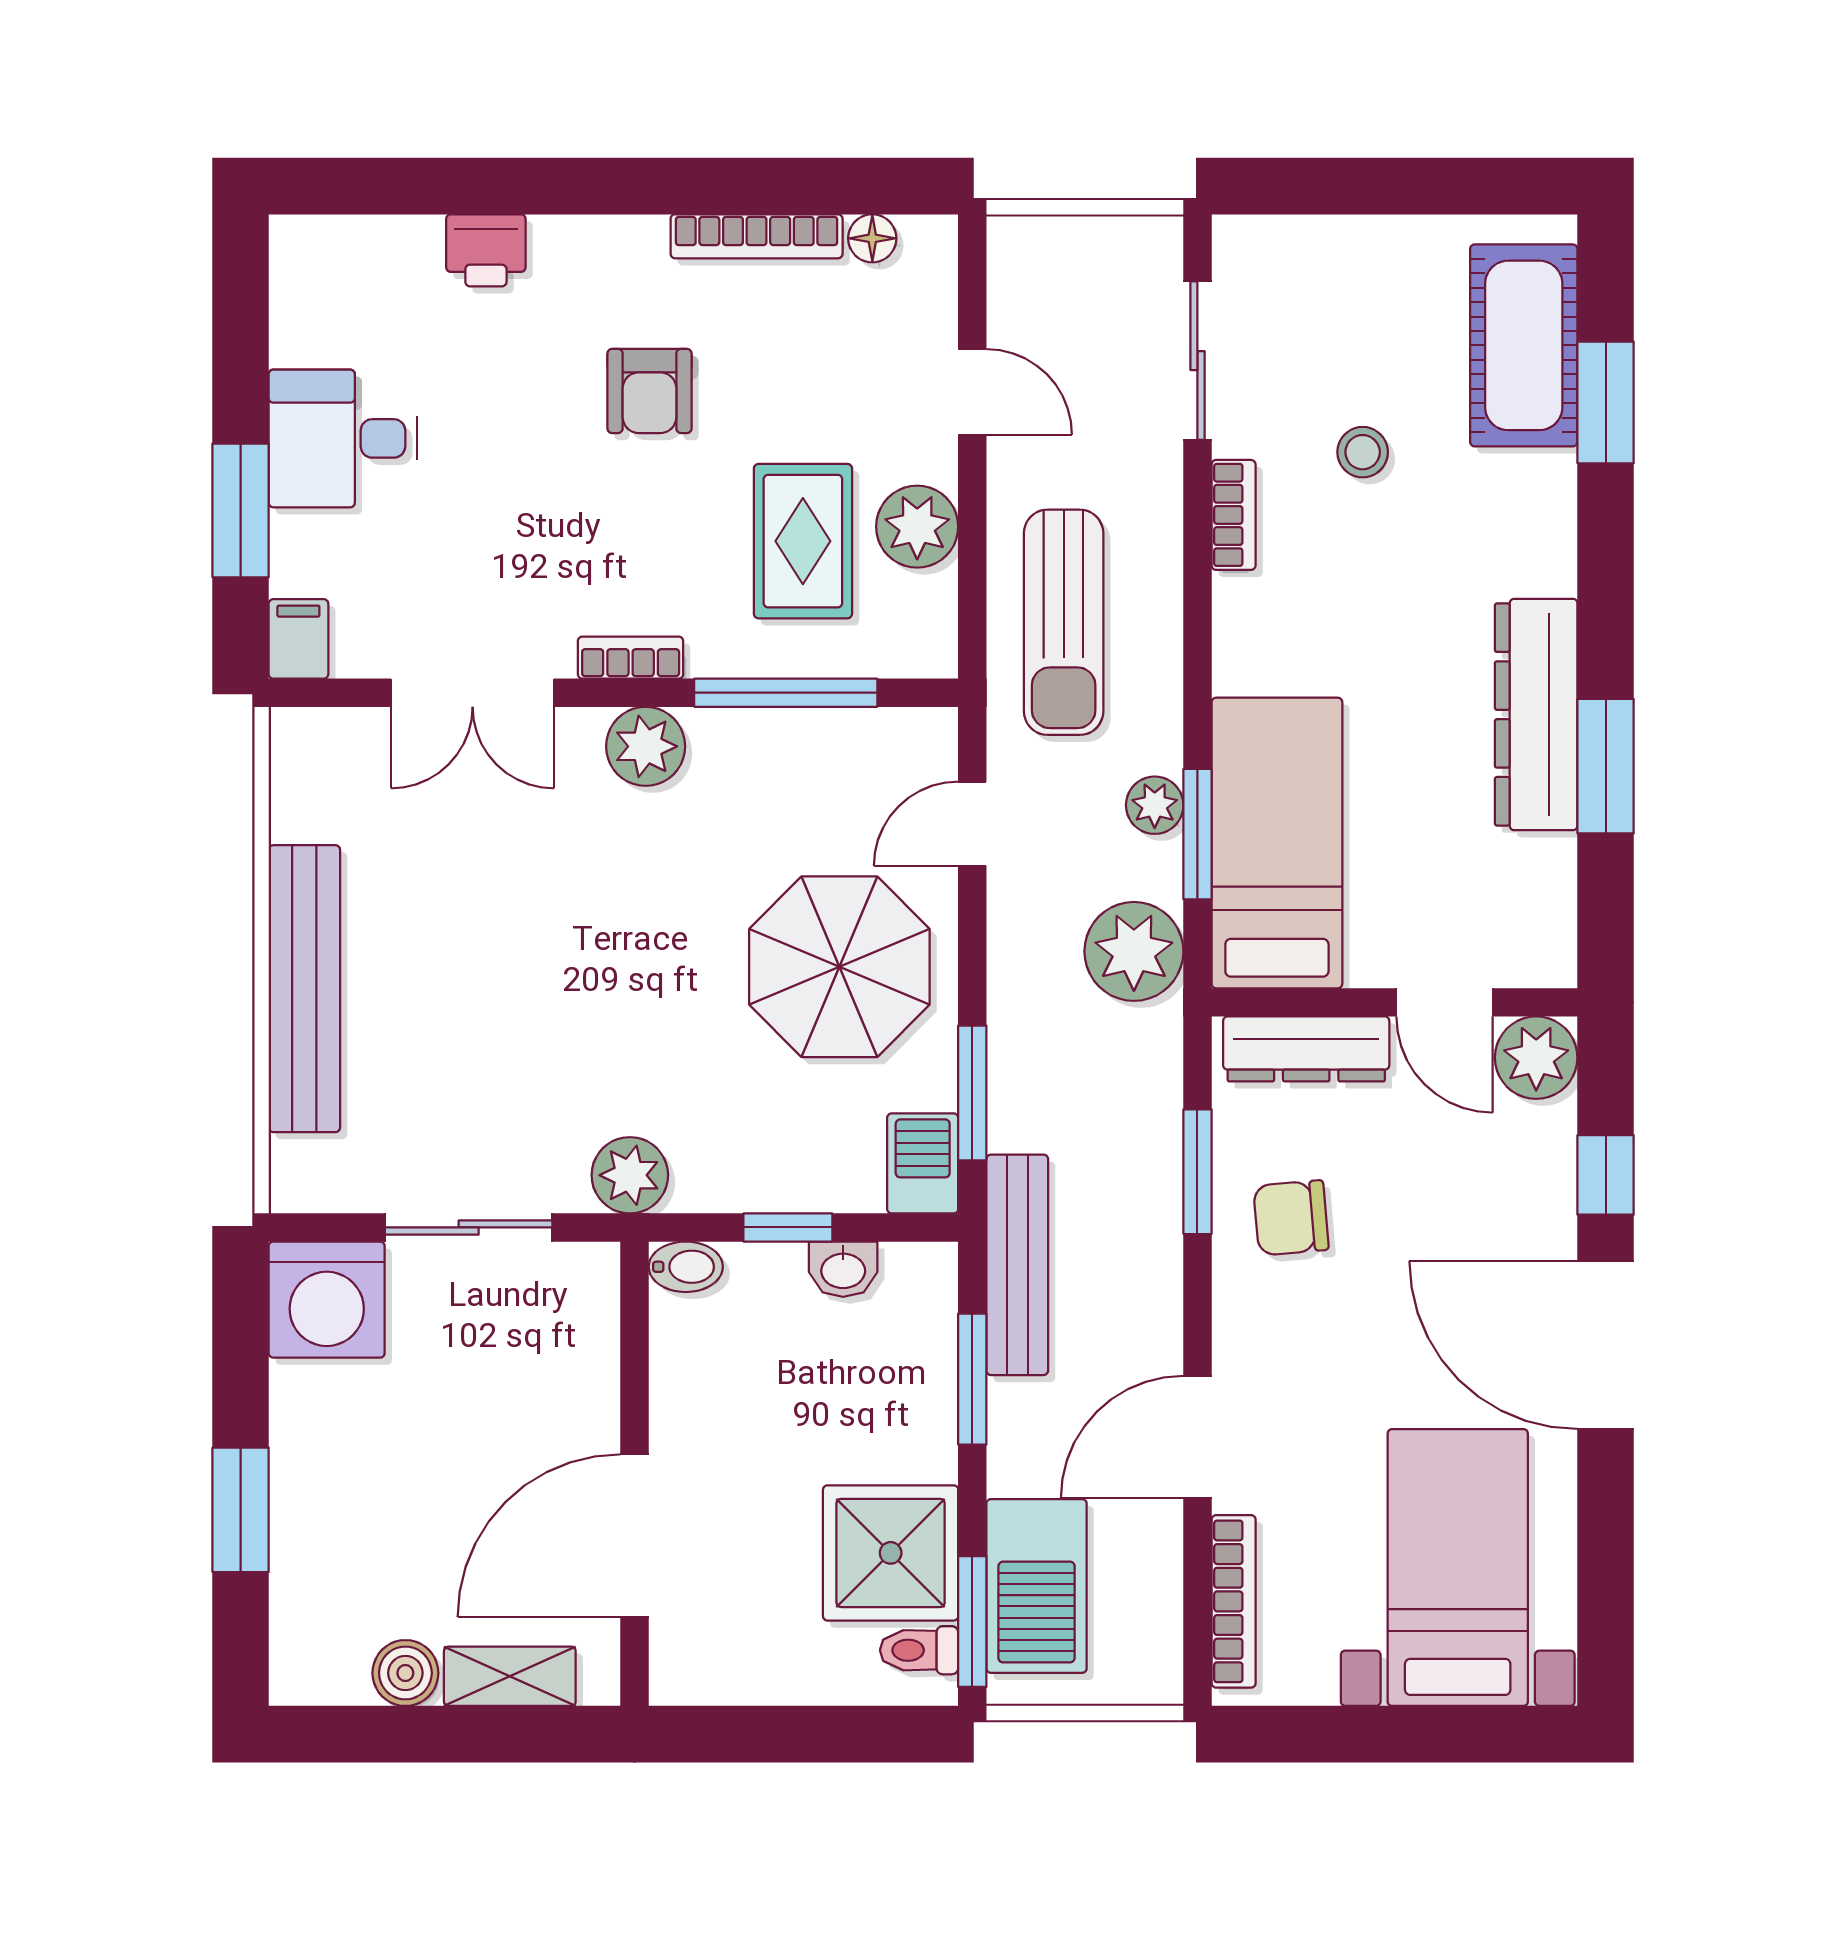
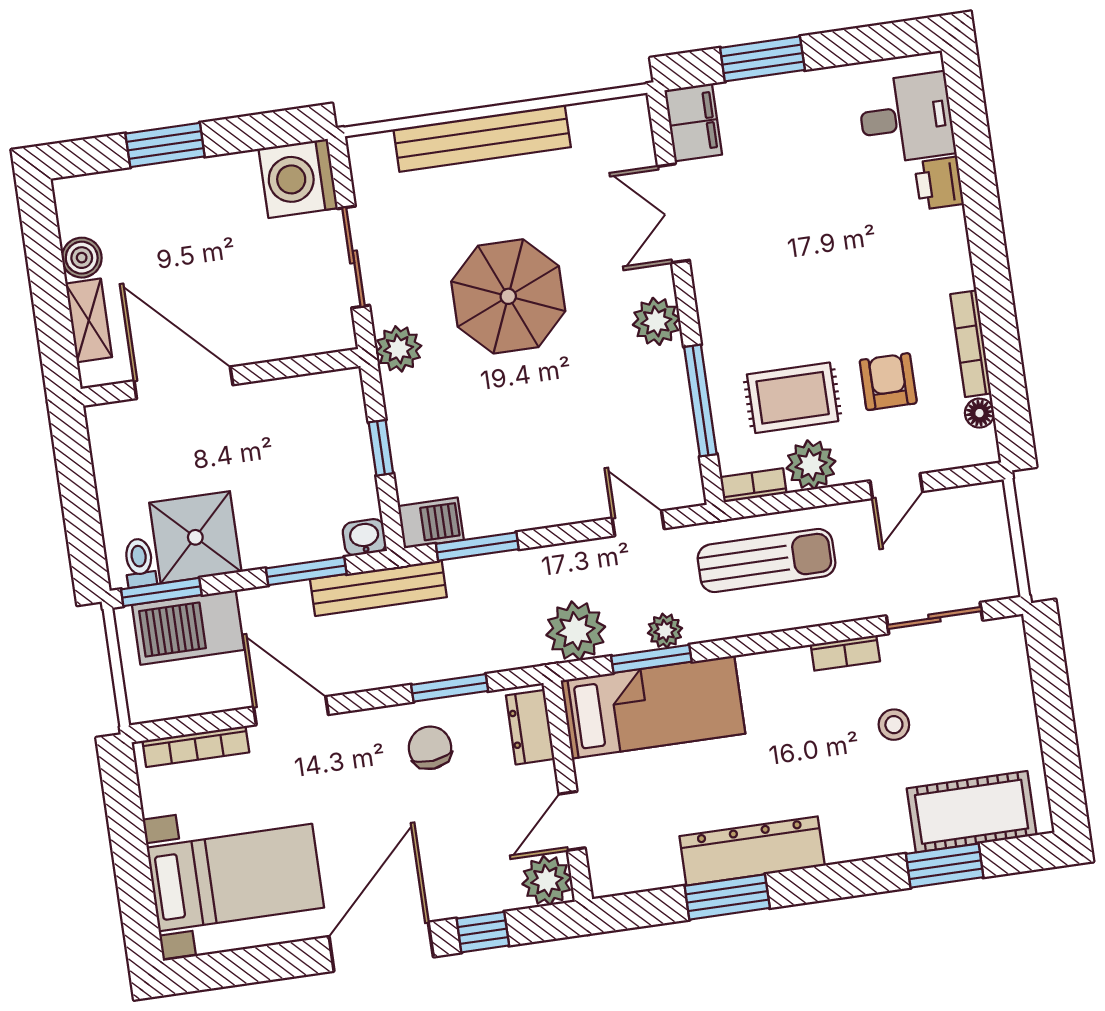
armchair: (649, 391) -> (888, 382), moved, turned 90
desk: (343, 438) -> (906, 118), moved, turned 90
sun lounger: (1064, 622) -> (766, 561), turned 180
filing cabinet: (298, 639) -> (693, 122), width x2.00
bookcase: (631, 658) -> (753, 485), moved, turned -90
parasol: (839, 967) -> (508, 296), moved
dresser: (1306, 1049) -> (530, 727), width x0.70
bidet: (686, 1267) -> (349, 390), removed
washbasin: (843, 1269) -> (364, 537), moved, turned 90

